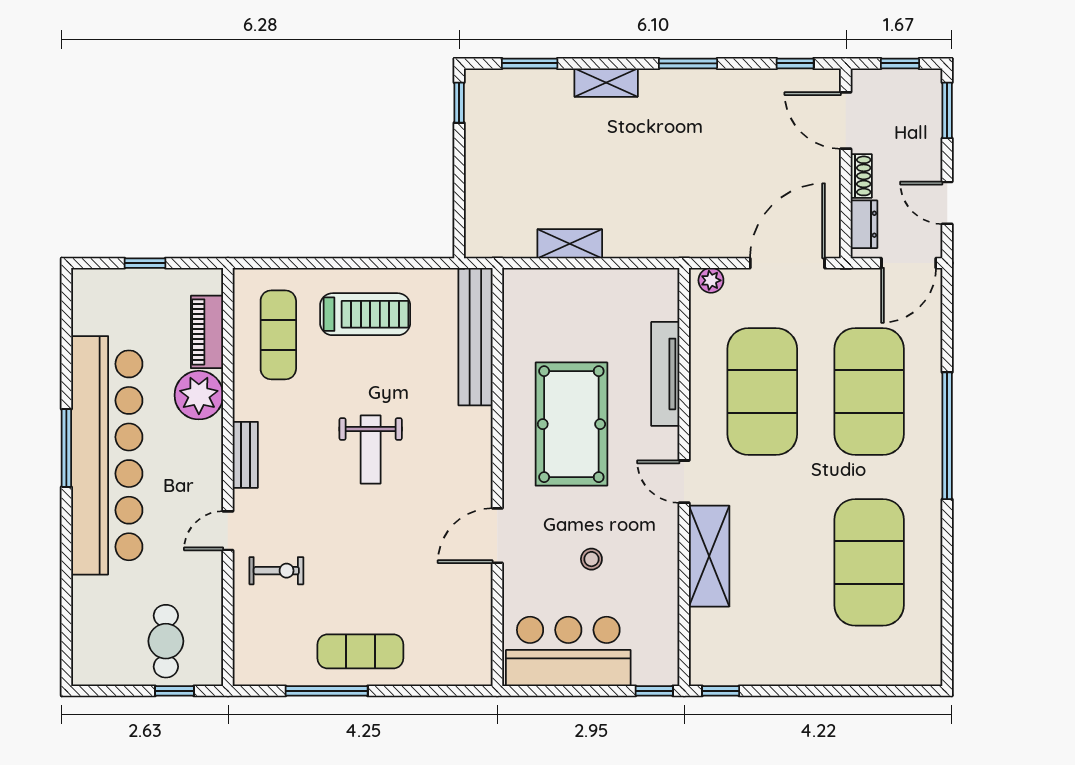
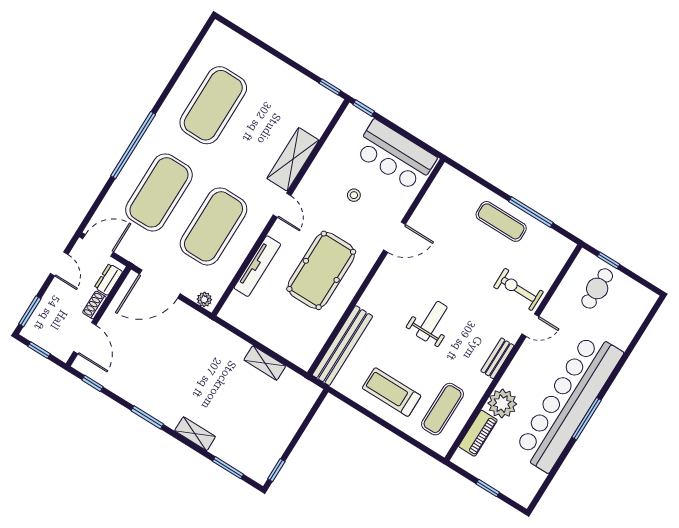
exercise bike: (276, 571) -> (518, 289), width x1.38, depth x1.39

